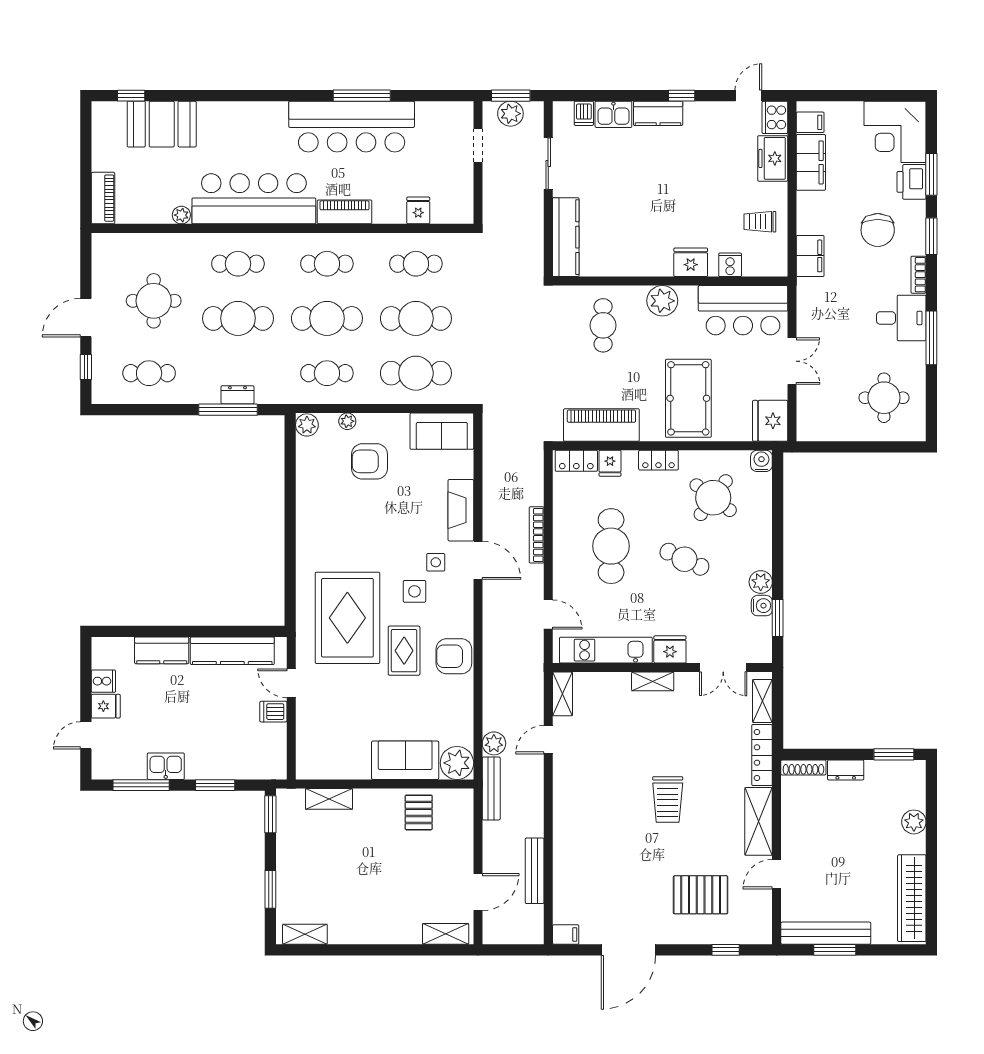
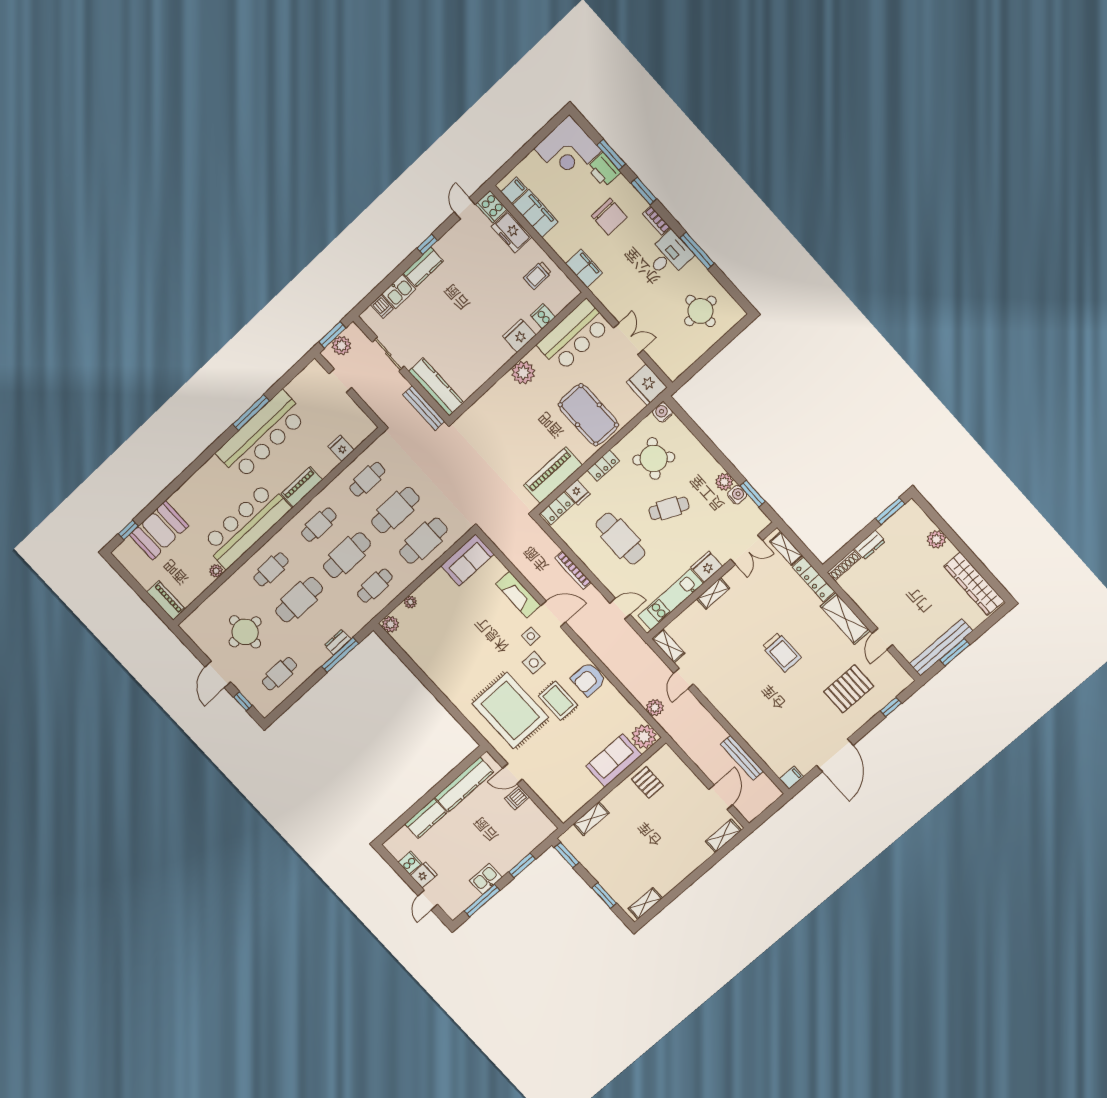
cafe table: (603, 325) -> (503, 418), removed
armchair: (370, 461) -> (443, 613), removed
bench: (491, 788) -> (424, 408), moved

